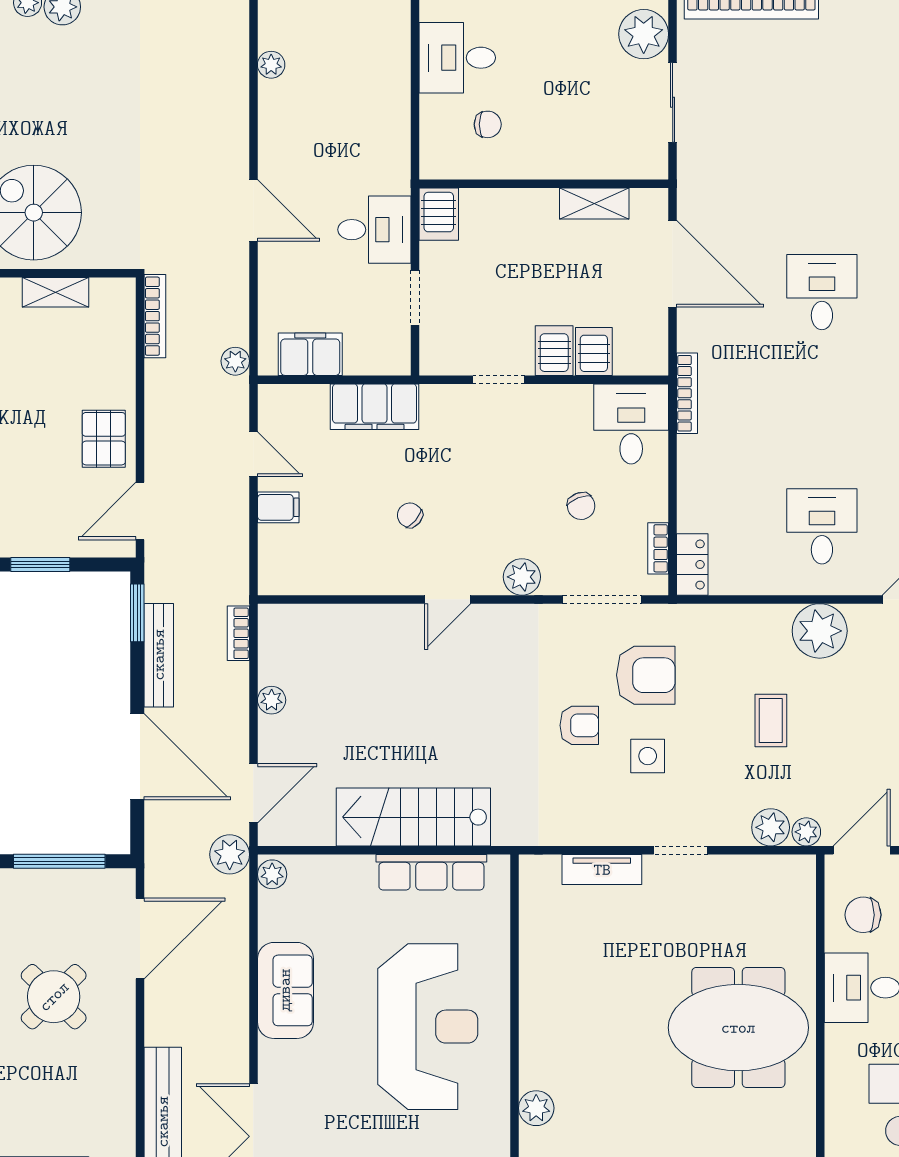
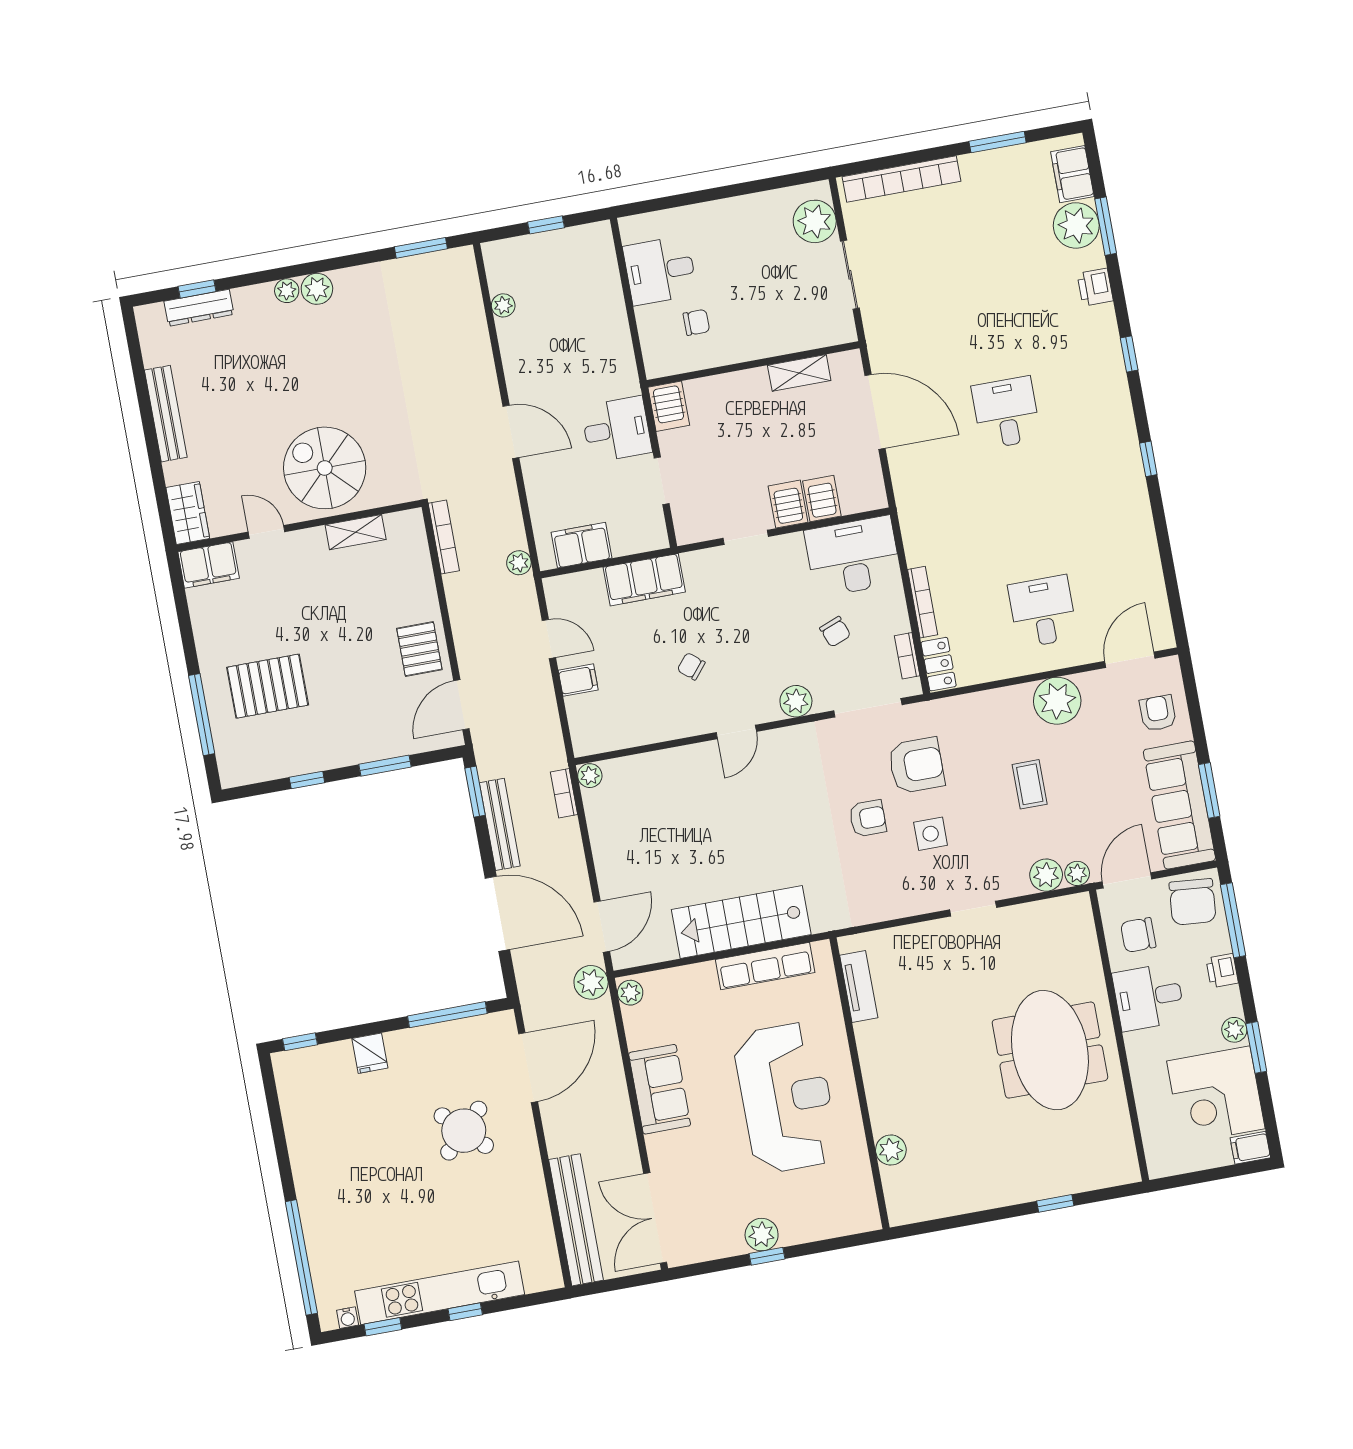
bookcase: (687, 393) -> (923, 602), moved
desk: (631, 424) -> (853, 556), width x1.37
plant: (272, 700) -> (590, 776), moved
tv unit: (602, 870) -> (859, 987), moved, turned -90
meeting table: (738, 1028) -> (1050, 1050), turned 90

